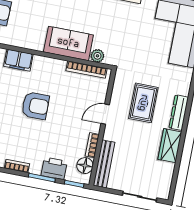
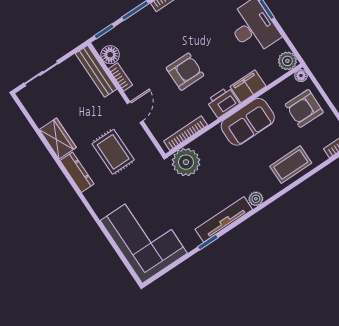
sofa: (68, 43) -> (248, 122), moved
plant: (97, 56) -> (186, 162), width x1.88, depth x1.88
armchair: (35, 106) -> (185, 72), moved, turned 180
printer: (54, 168) -> (223, 102), moved, turned 180

